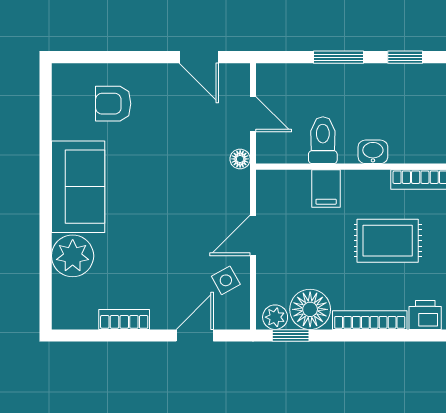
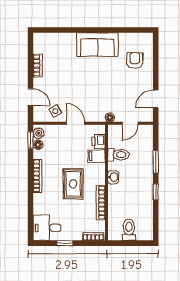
plant: (73, 256) -> (66, 42), removed
floor lamp: (310, 309) -> (38, 145), width x0.53, depth x0.53
printer: (425, 315) -> (99, 142), moved, turned 180

